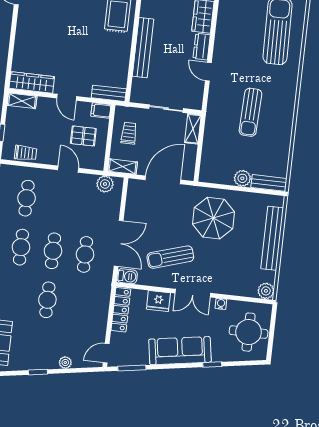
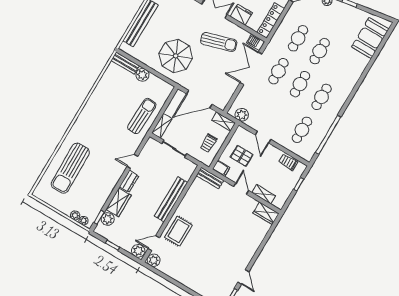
door: (208, 72) -> (132, 161), swing flipped
wardrobe: (32, 82) -> (266, 213), width x0.67
shelving: (22, 101) -> (264, 194), moved
sun lounger: (250, 112) -> (142, 116), moved
cafe table: (79, 303) -> (298, 38), added

